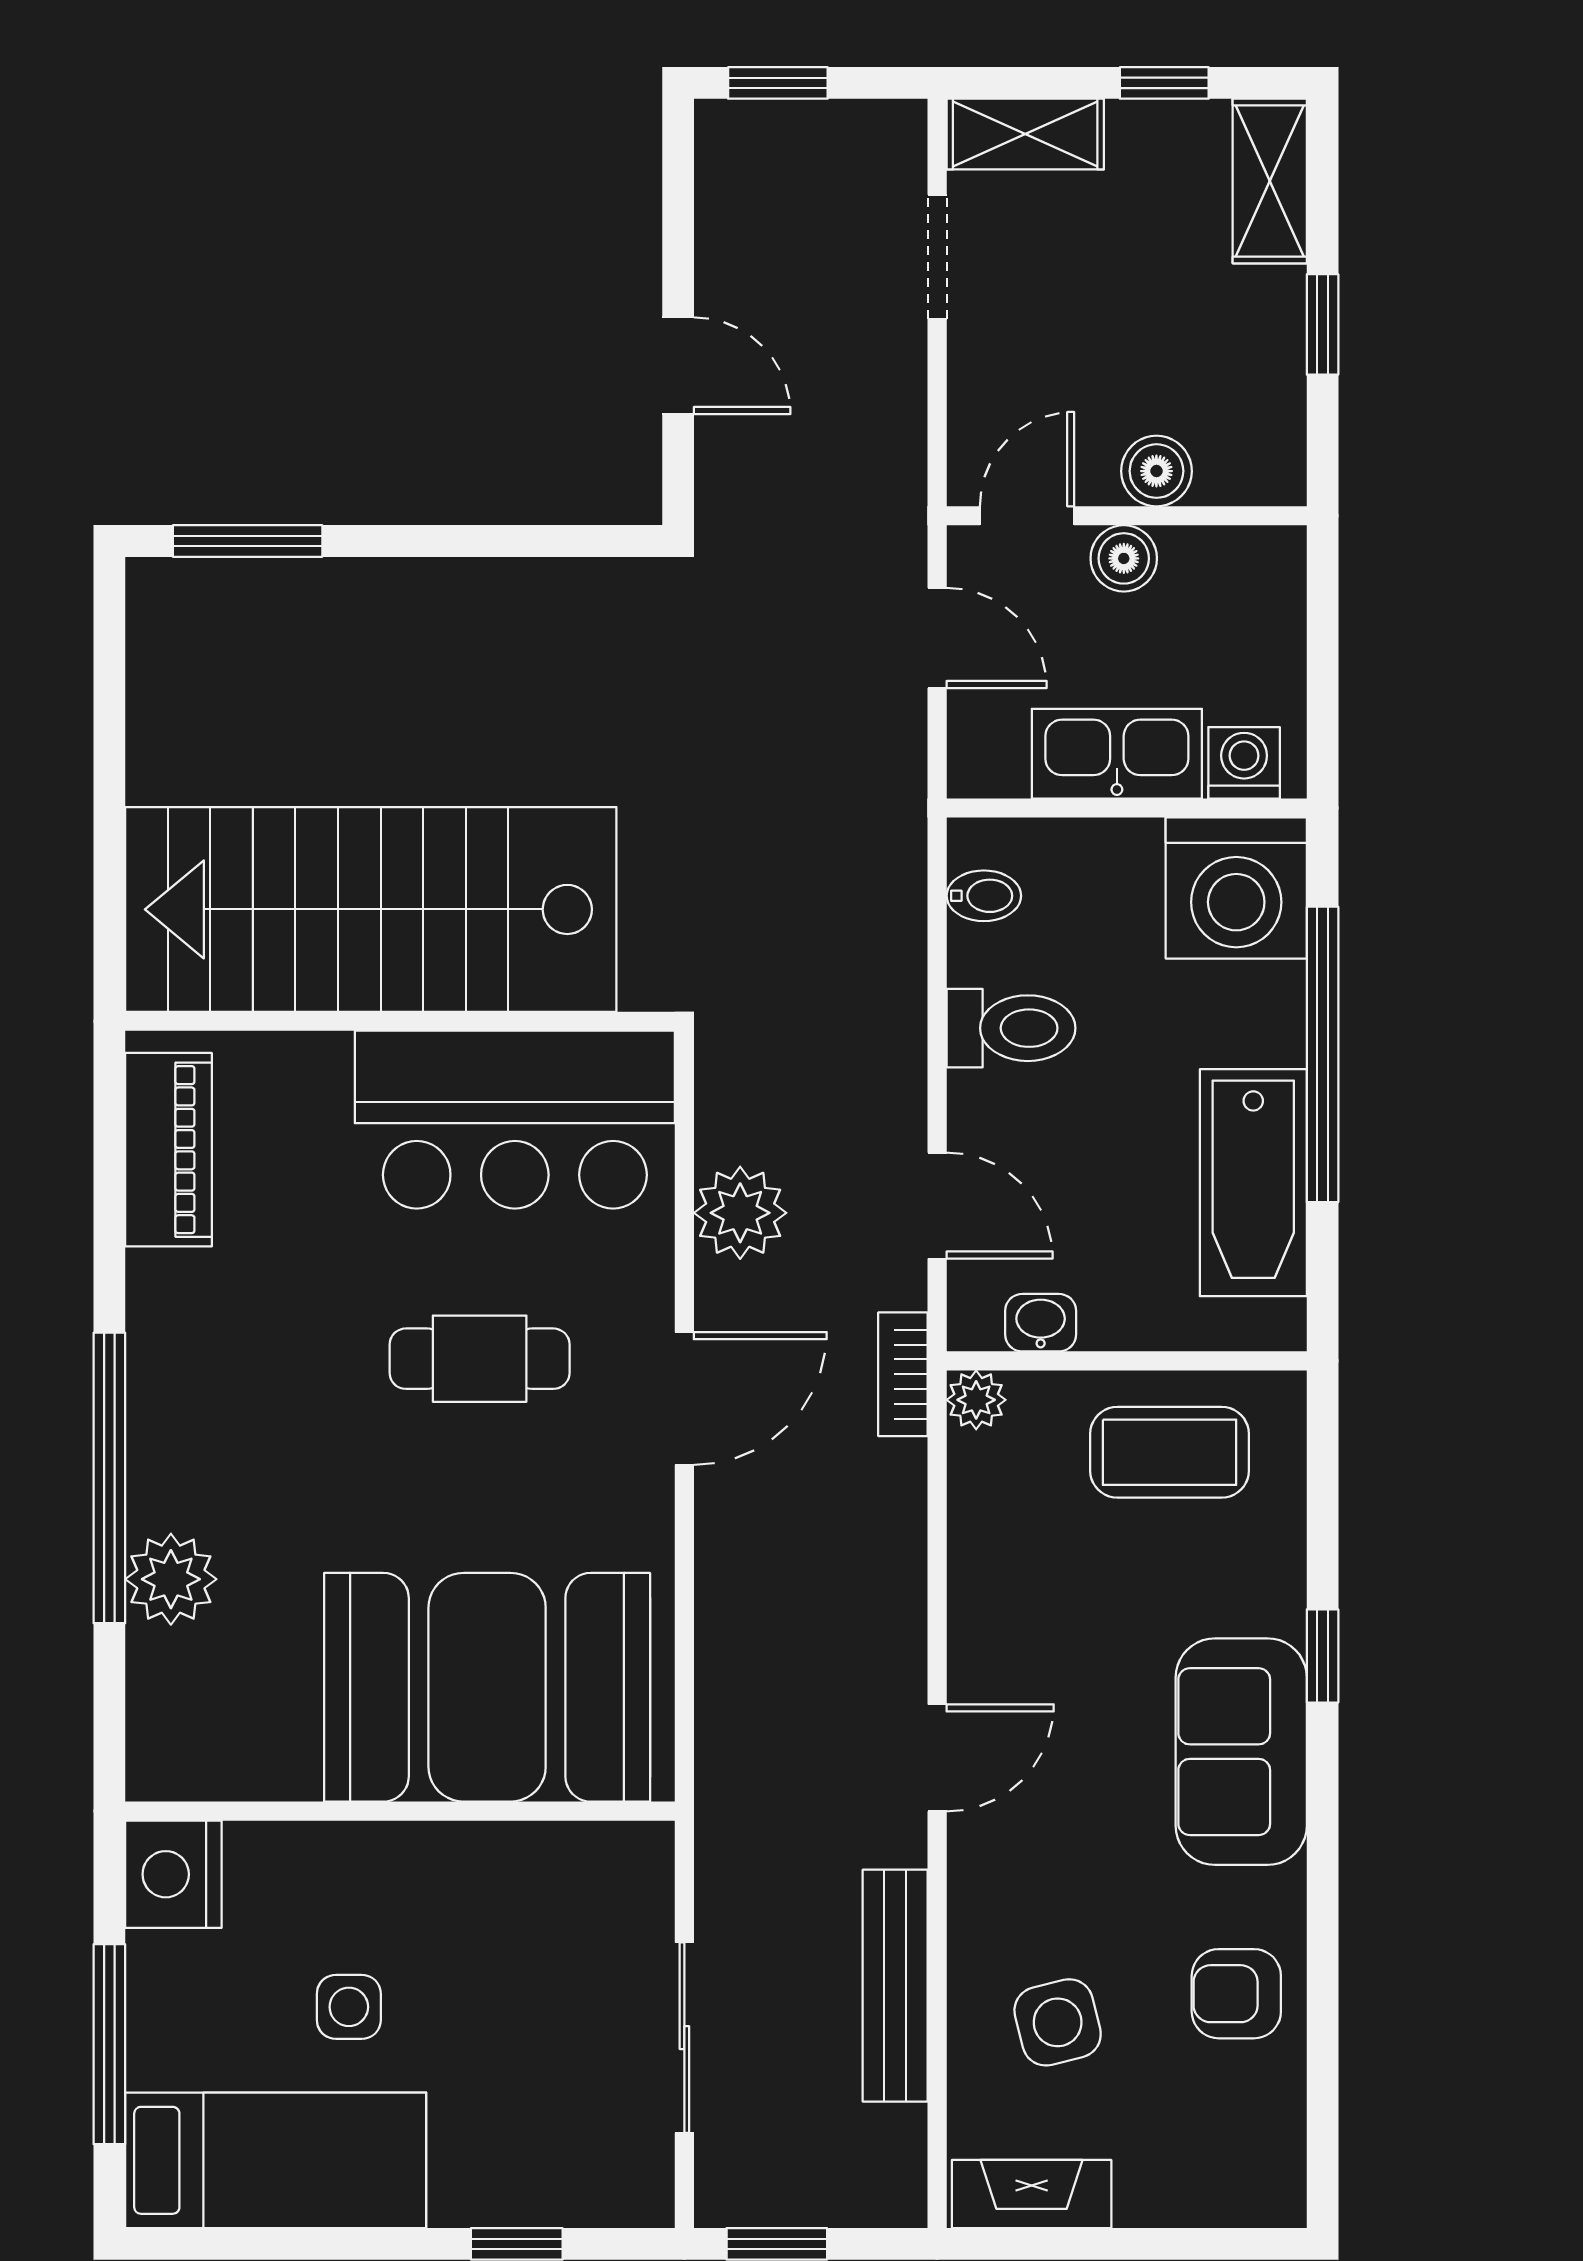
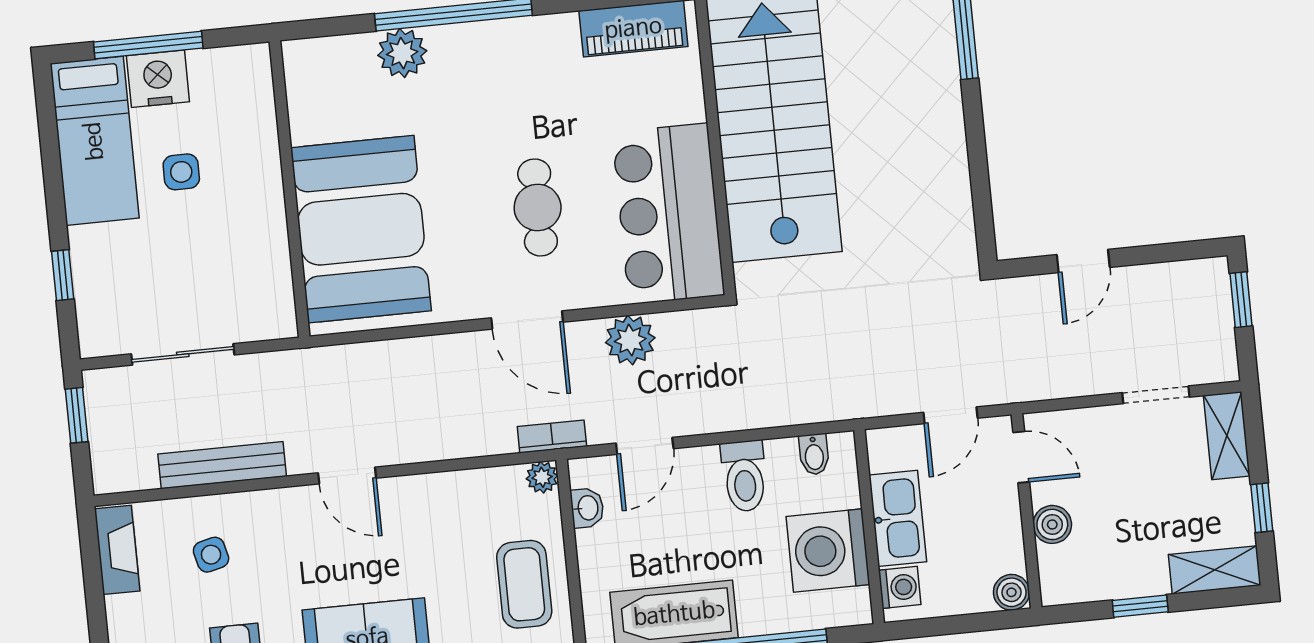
boiler: (1124, 558) -> (1011, 592), moved
washing machine: (1236, 888) -> (828, 550), moved
nightstand: (173, 1874) -> (158, 79), moved
side table: (1058, 2022) -> (211, 555), width x0.73, depth x0.73

